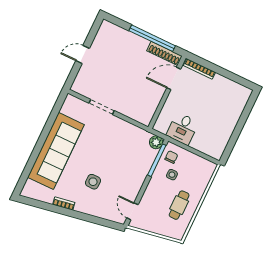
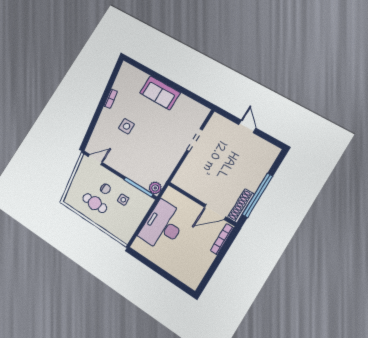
door: (174, 78) -> (215, 212), swing flipped
desk: (182, 129) -> (163, 226), width x1.87, depth x1.30
sofa: (56, 151) -> (160, 93), width x0.54, depth x0.79
chair: (171, 157) -> (105, 189), moved

